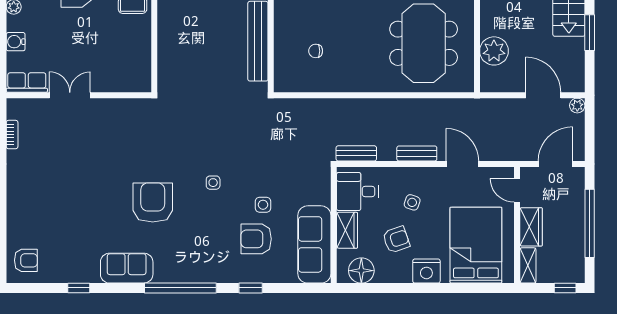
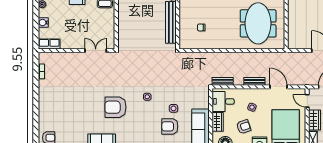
plant: (494, 51) -> (295, 27), removed
double door: (70, 95) -> (96, 51), moved
armchair: (153, 202) -> (115, 107), turned -90

